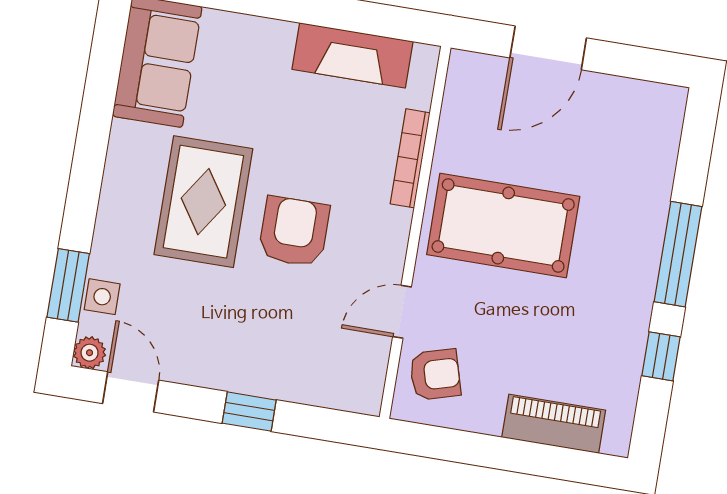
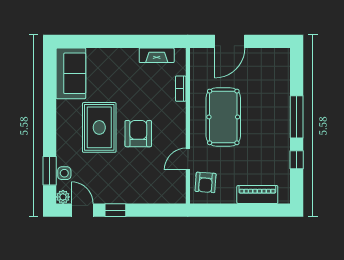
fireplace: (352, 55) -> (157, 55), width x0.73, depth x0.76
bookcase: (410, 158) -> (181, 89), width x0.64
pool table: (503, 225) -> (223, 117), turned 90
armchair: (435, 374) -> (206, 182), turned 110
window: (249, 412) -> (115, 210), moved

